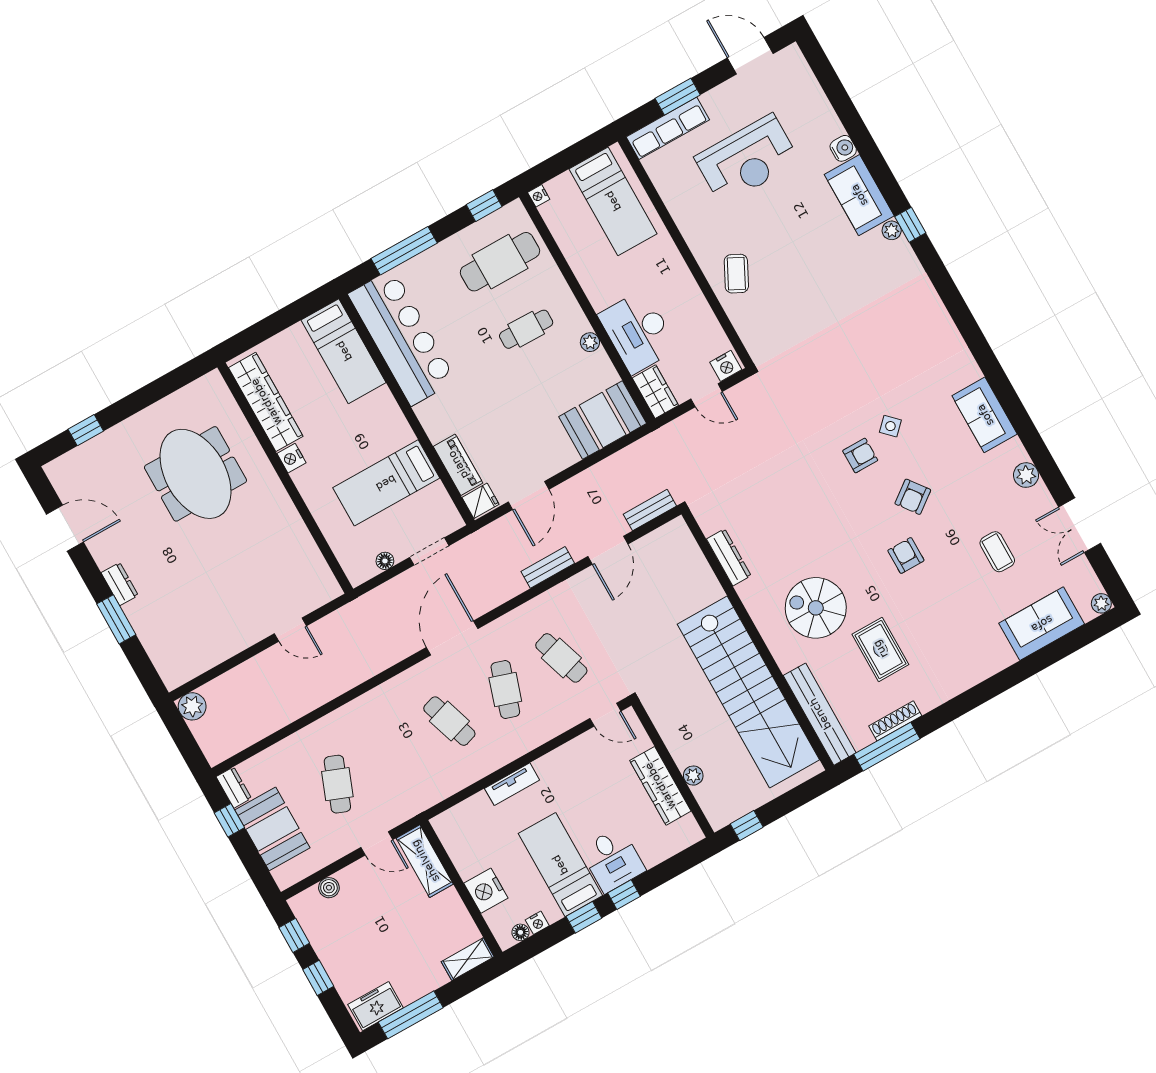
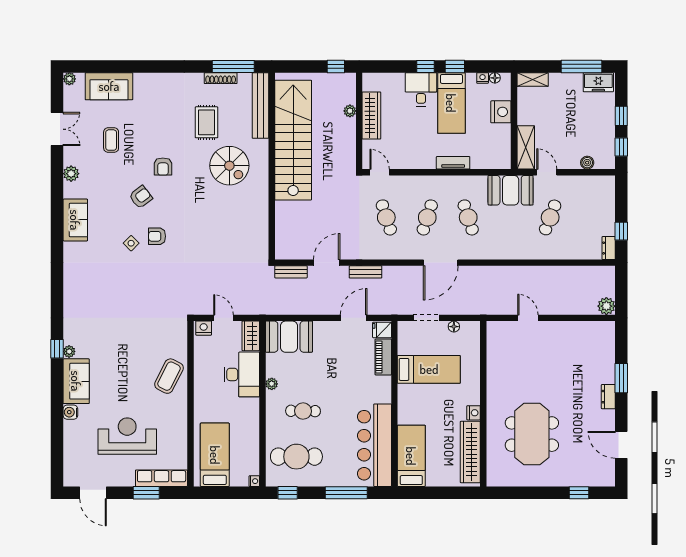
coffee table: (736, 274) -> (169, 376), width x1.36, depth x1.30
dresser: (729, 557) -> (262, 221), removed
booth: (272, 829) -> (511, 190), moved, turned 90

